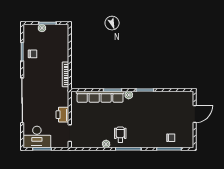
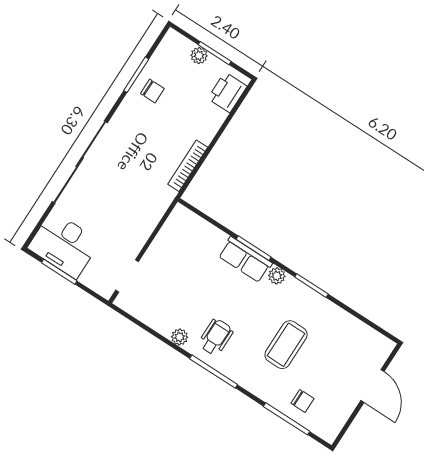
row of seats: (100, 97) -> (245, 260), width x0.50
door: (195, 114) -> (373, 386), hinge flipped
printer: (62, 115) -> (227, 92), moved
coffee table: (150, 120) -> (286, 345), added

